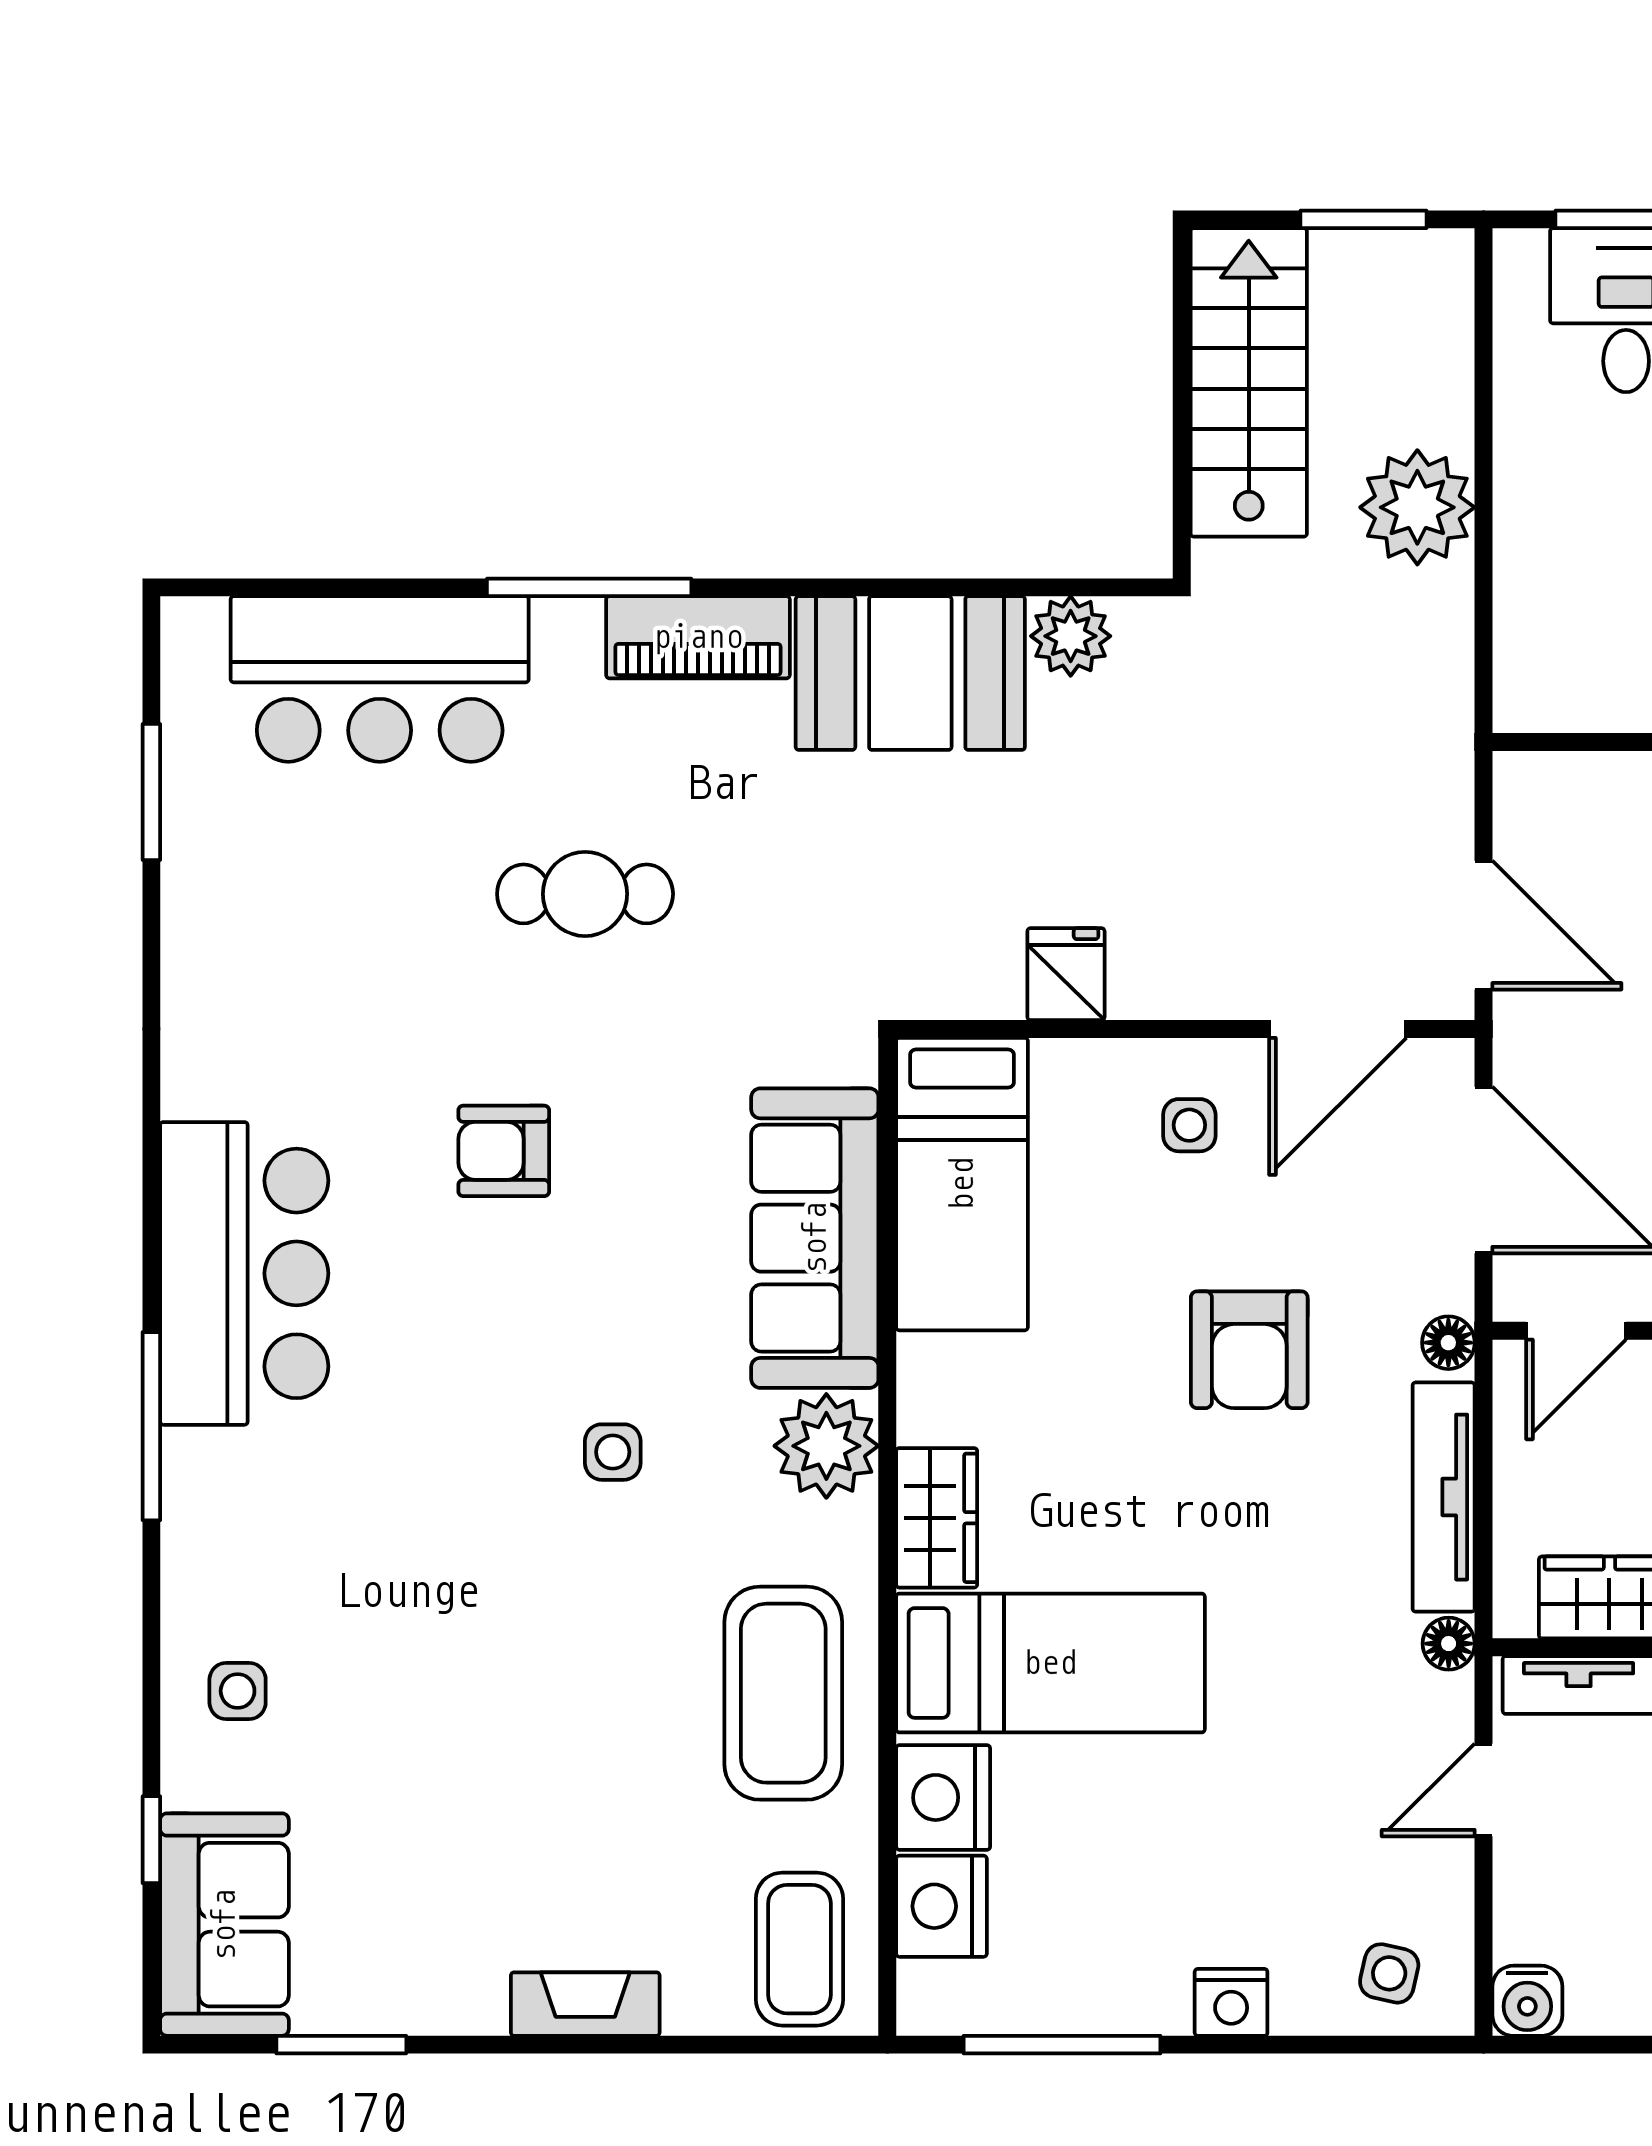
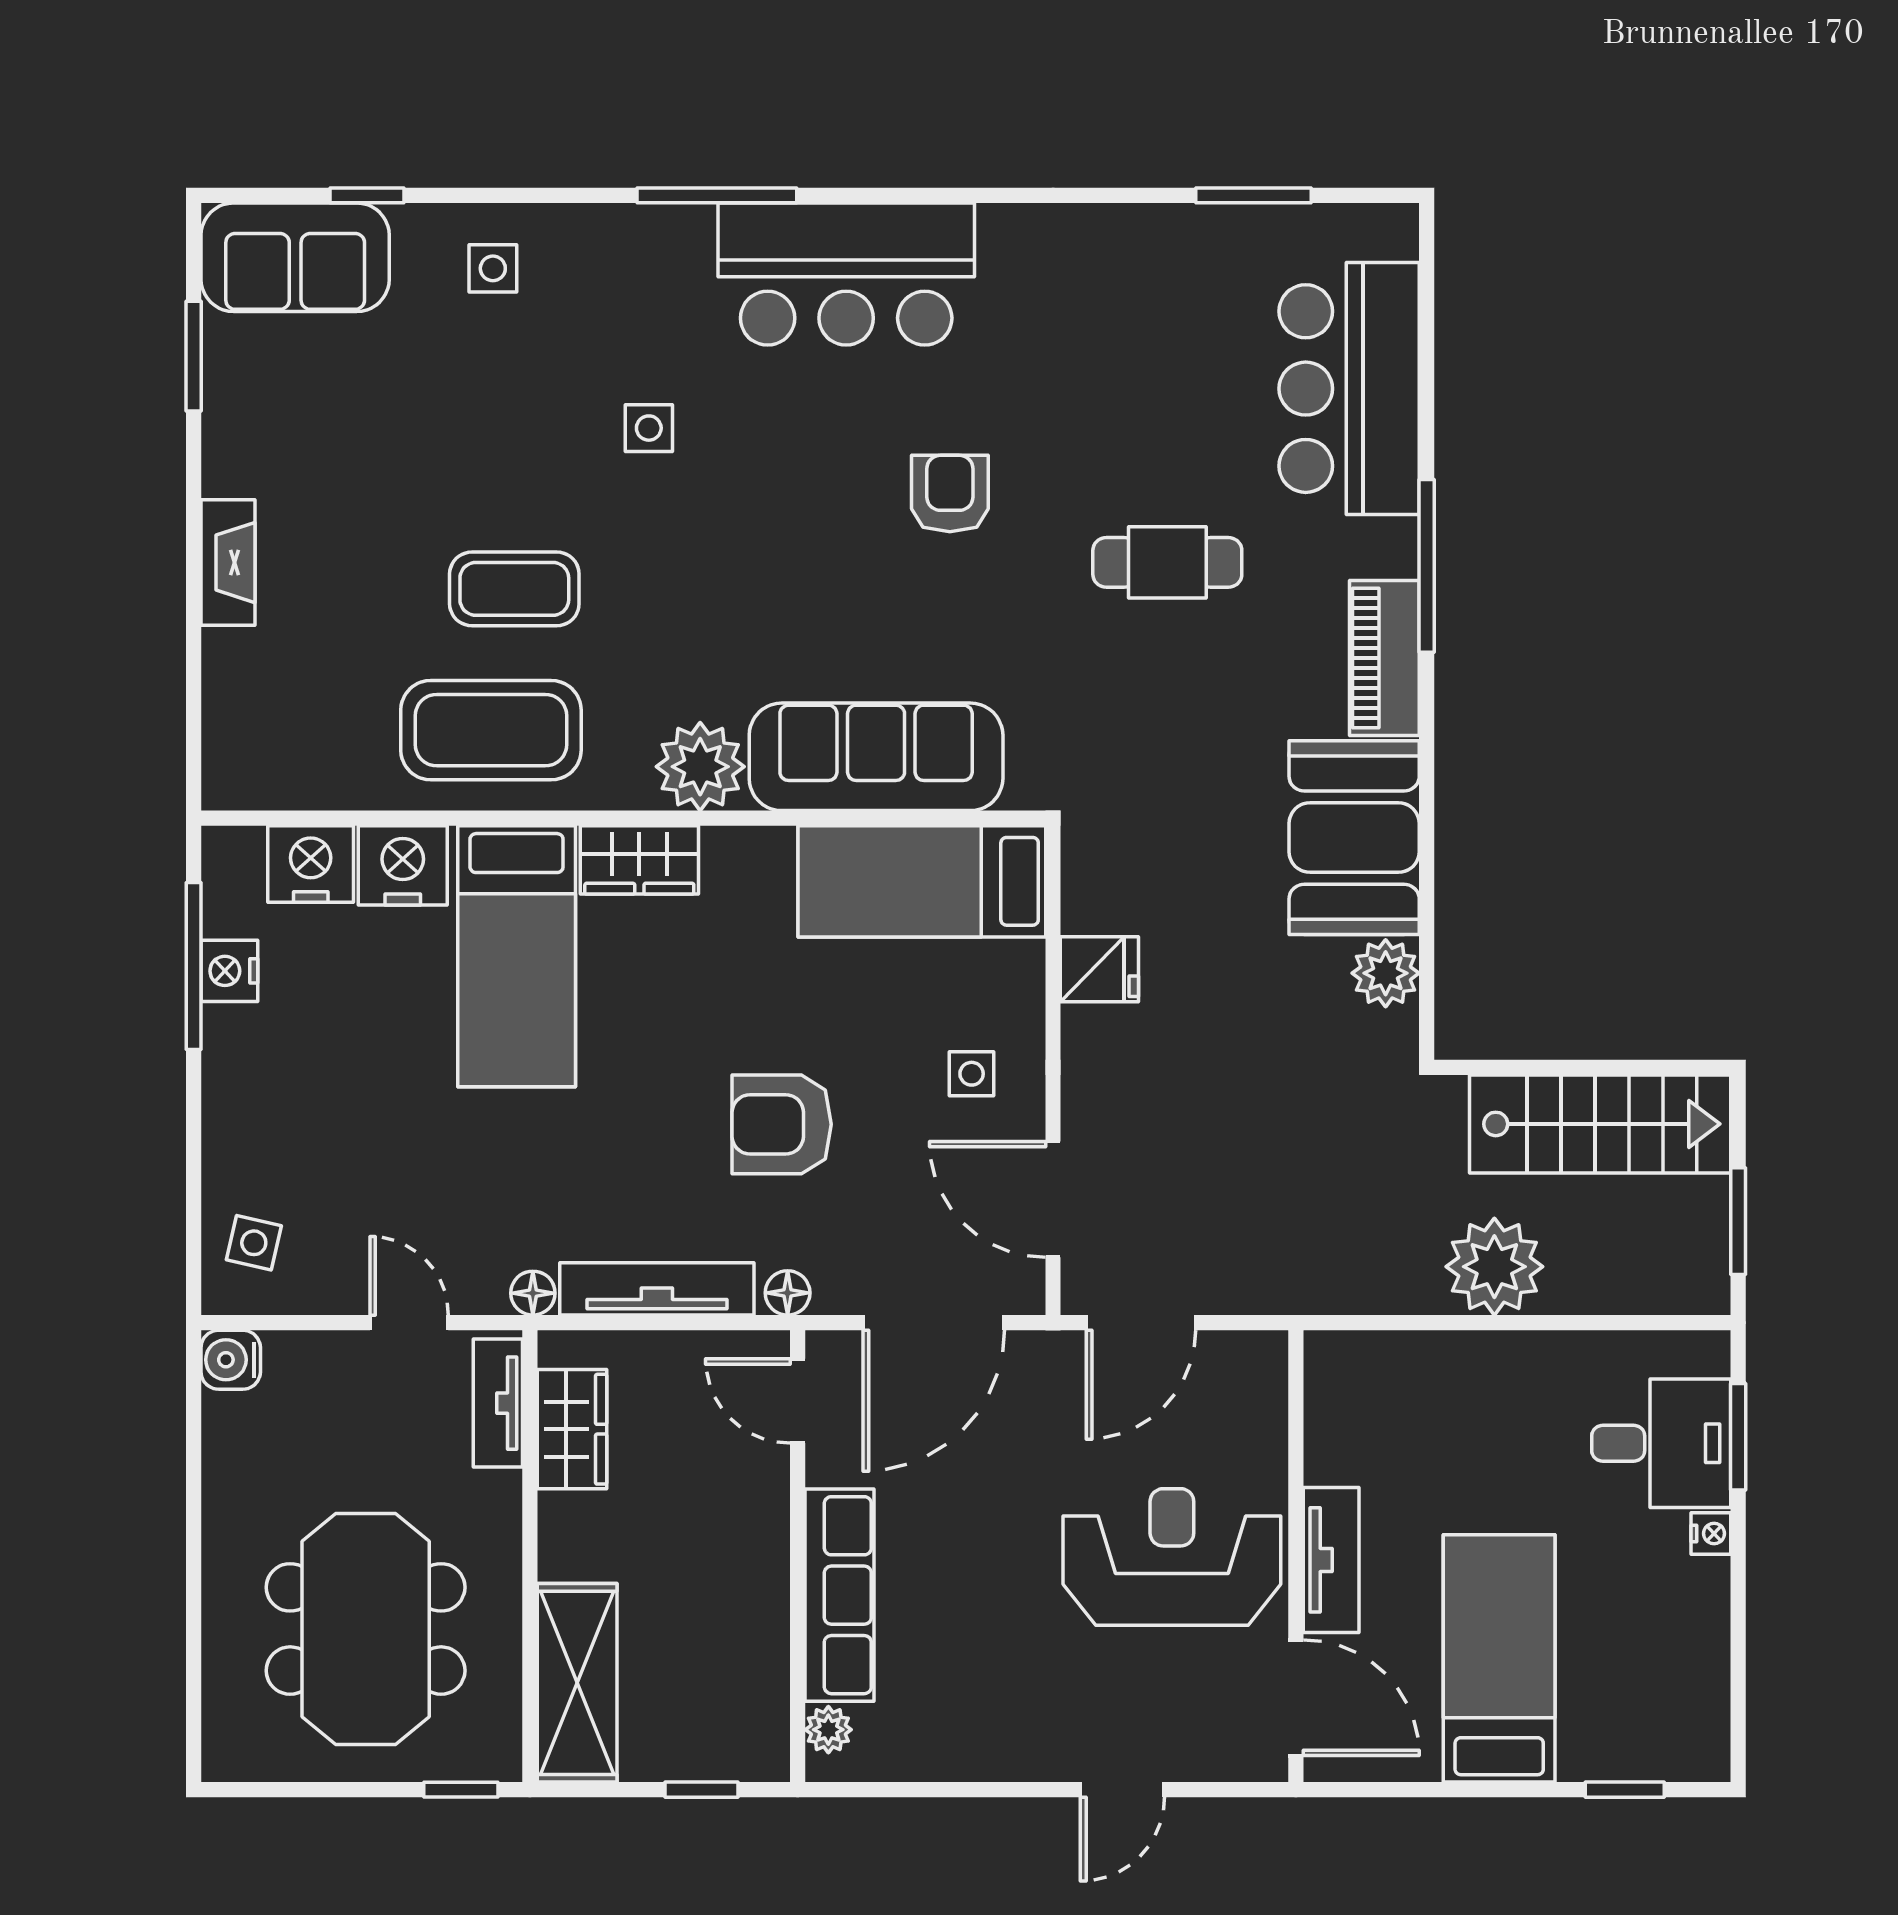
cafe table: (585, 894) -> (1167, 562), turned 90
side table: (613, 1452) -> (649, 428), moved
coffee table: (799, 1949) -> (514, 589), moved
nightstand: (1231, 2002) -> (229, 971), moved

